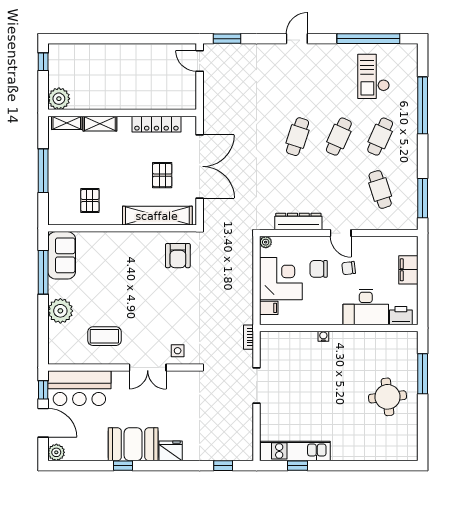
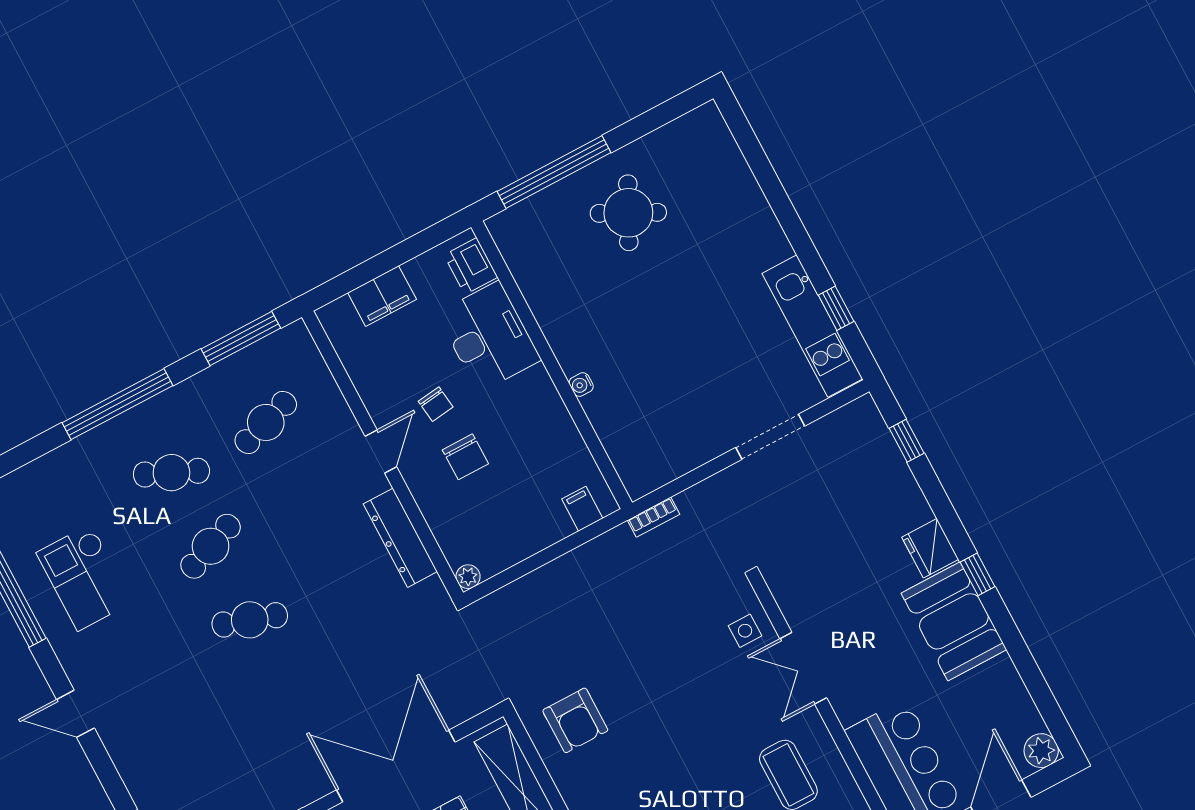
checkout: (374, 76) -> (84, 577), moved, turned 90
window: (423, 105) -> (117, 404), moved
cafe table: (339, 137) -> (211, 546), turned -45
armchair: (178, 256) -> (575, 720), turned 90
corner desk: (281, 279) -> (519, 515), removed
double door: (148, 367) -> (803, 668), swing flipped
window: (423, 374) -> (554, 172), width x1.46
doorway: (257, 386) -> (770, 437), moved
round table: (387, 397) -> (628, 213), turned 33
window: (123, 466) -> (978, 574), moved

